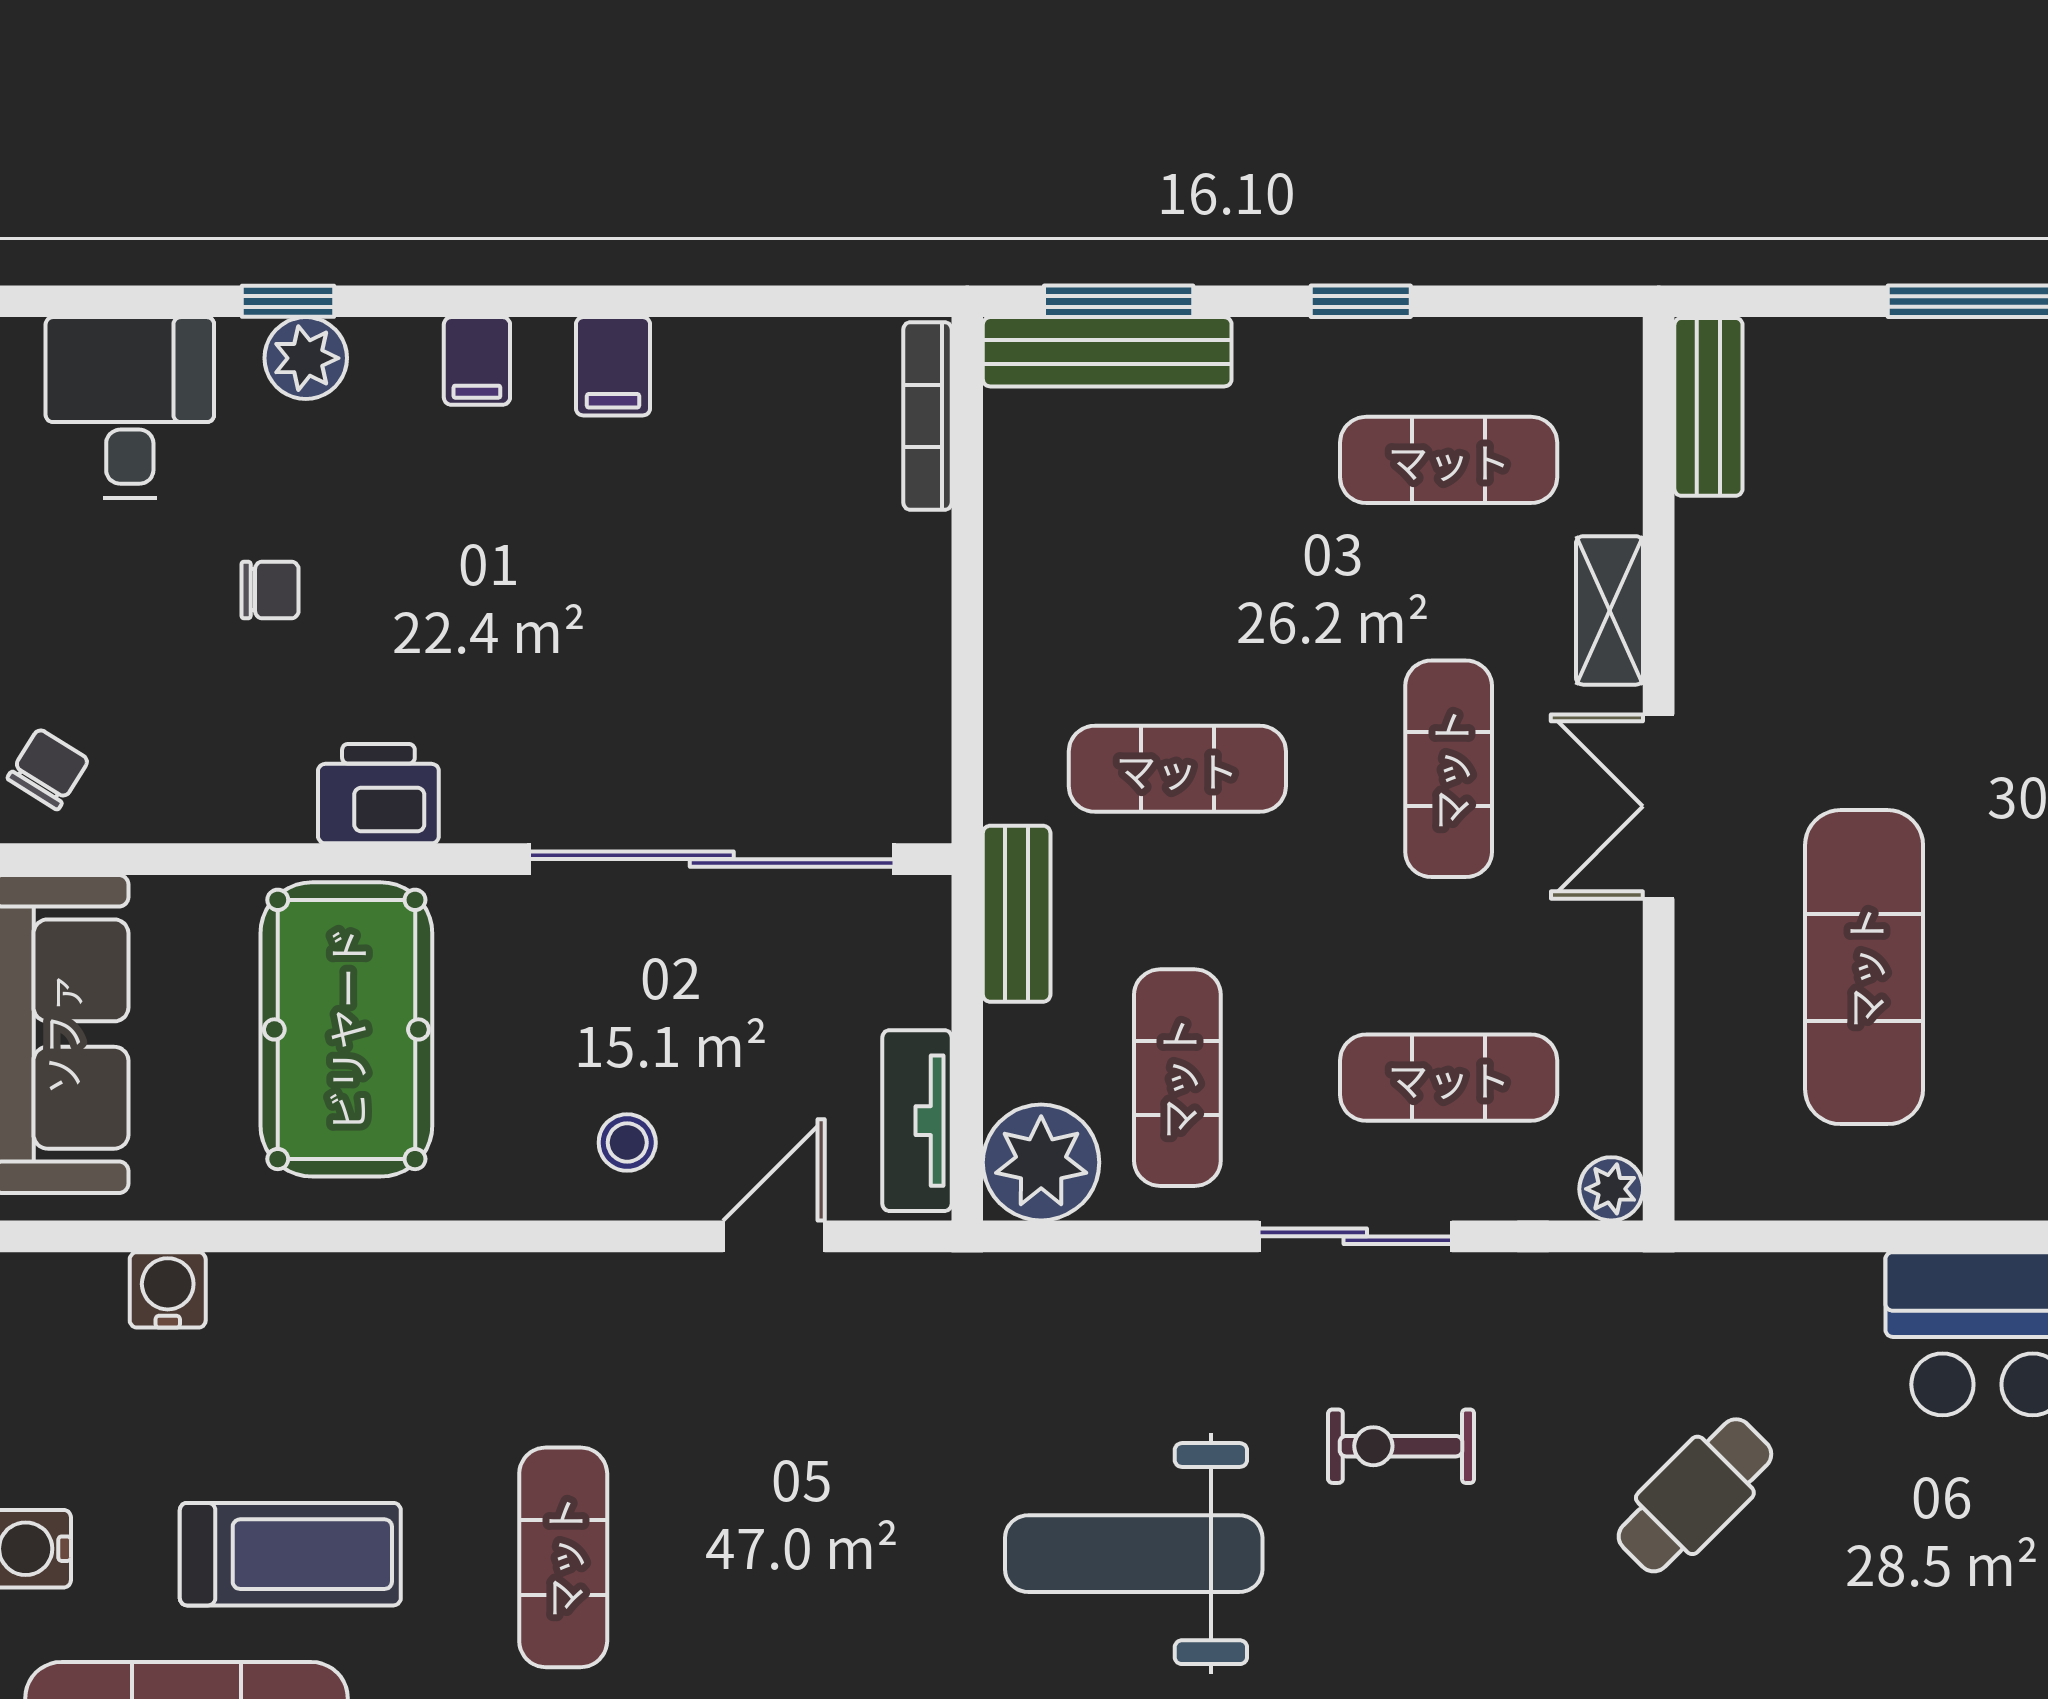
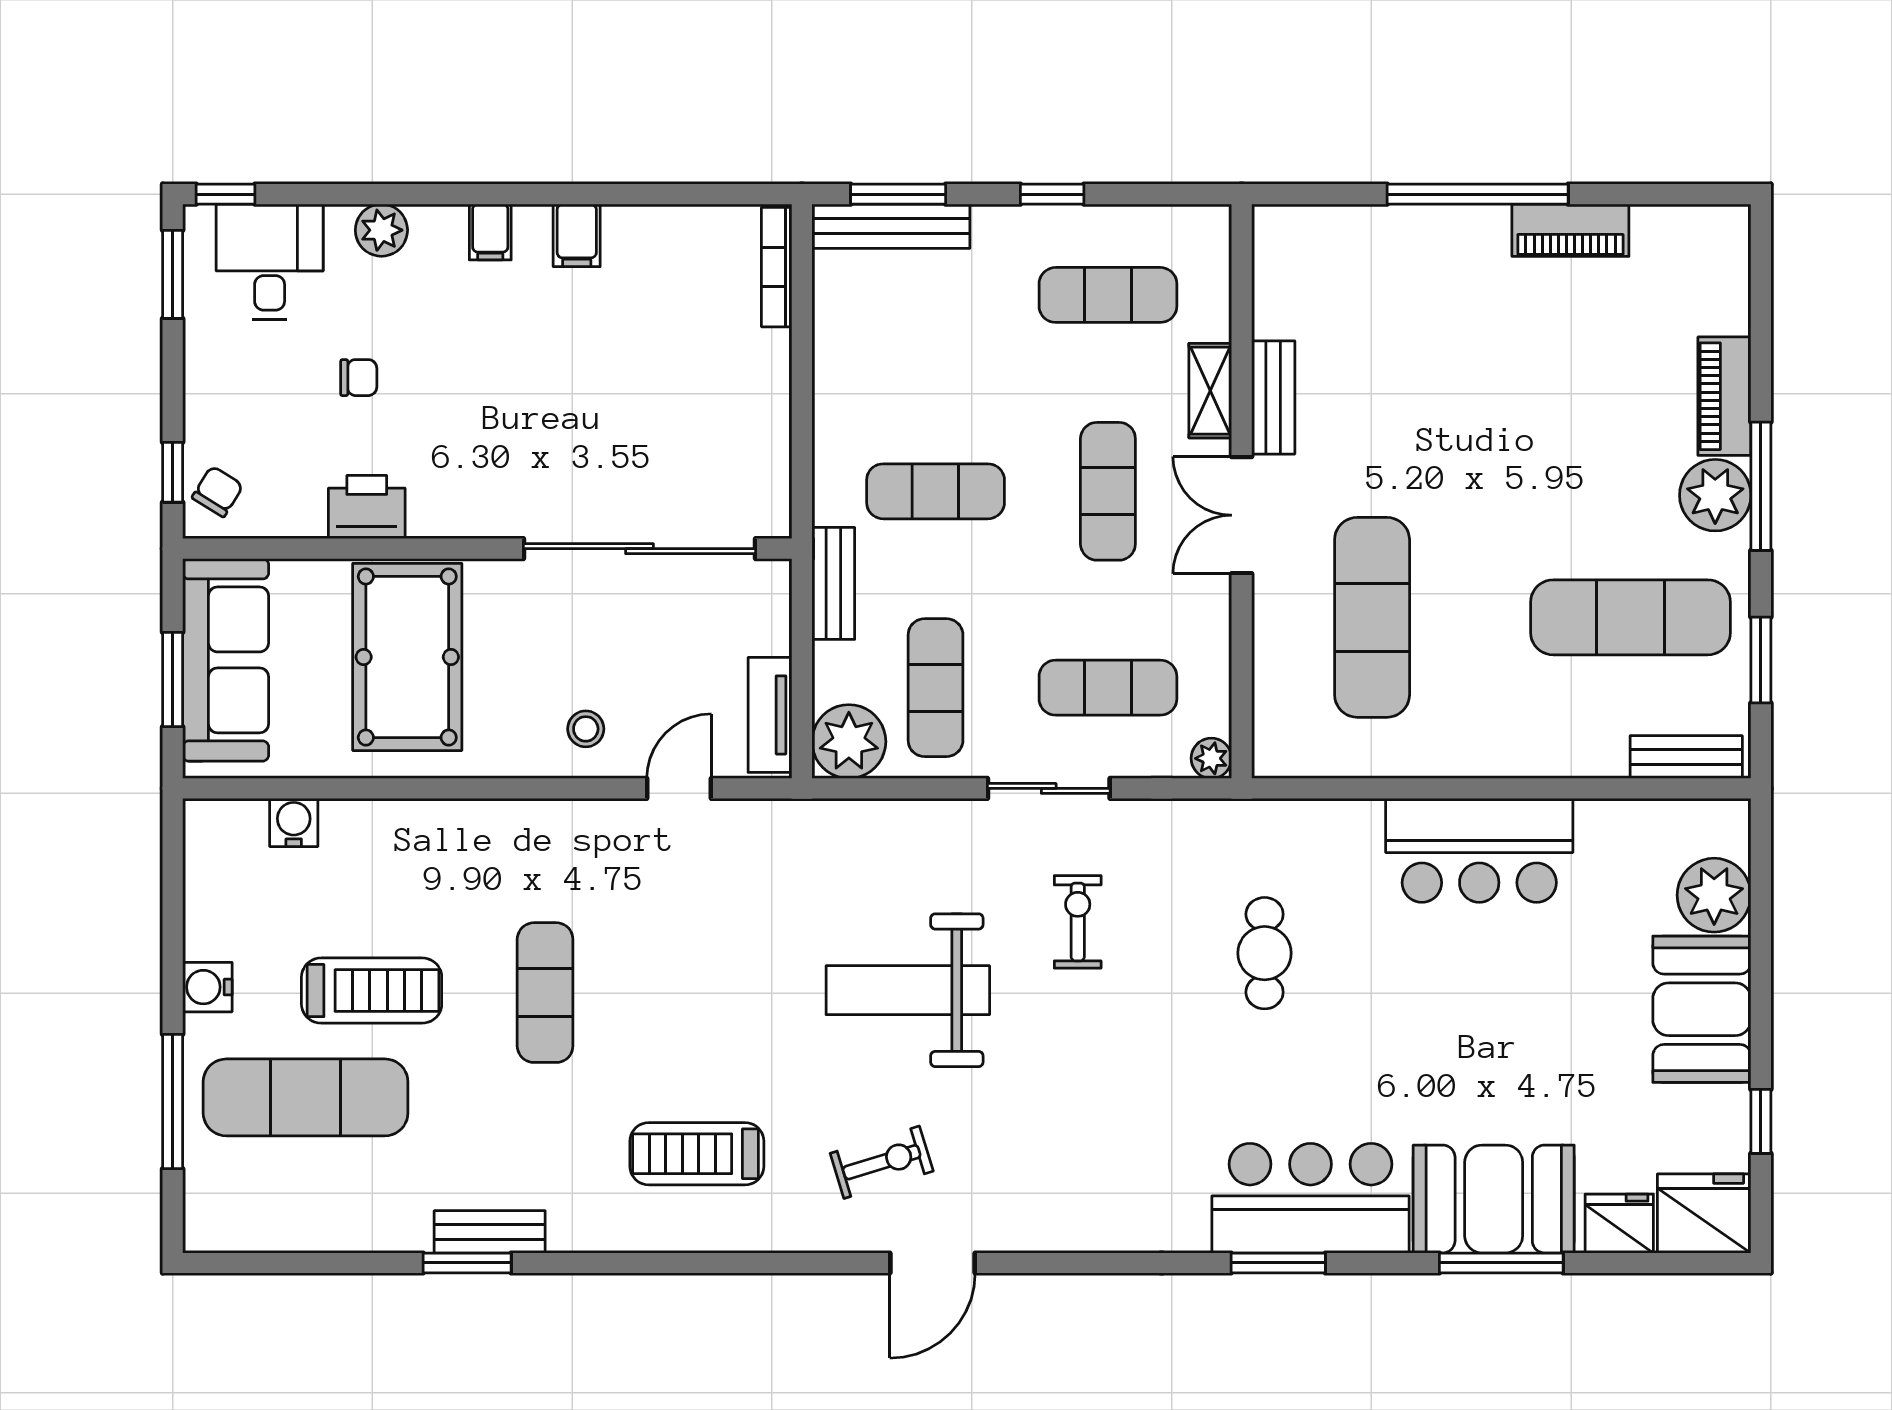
window: (288, 301) -> (225, 194), moved
bench: (1708, 407) -> (1273, 397), moved
printer: (378, 794) -> (367, 507), moved
exercise bike: (1401, 1446) -> (1078, 922), turned 90
cafe table: (1695, 1495) -> (1265, 953), turned -45

